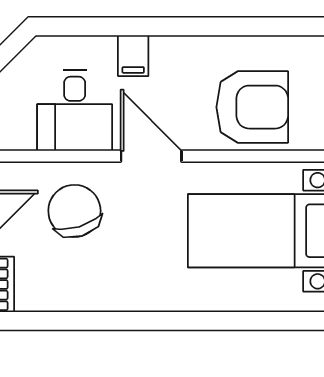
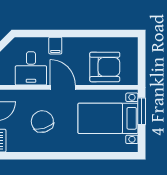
chair: (74, 211) -> (42, 121), moved

